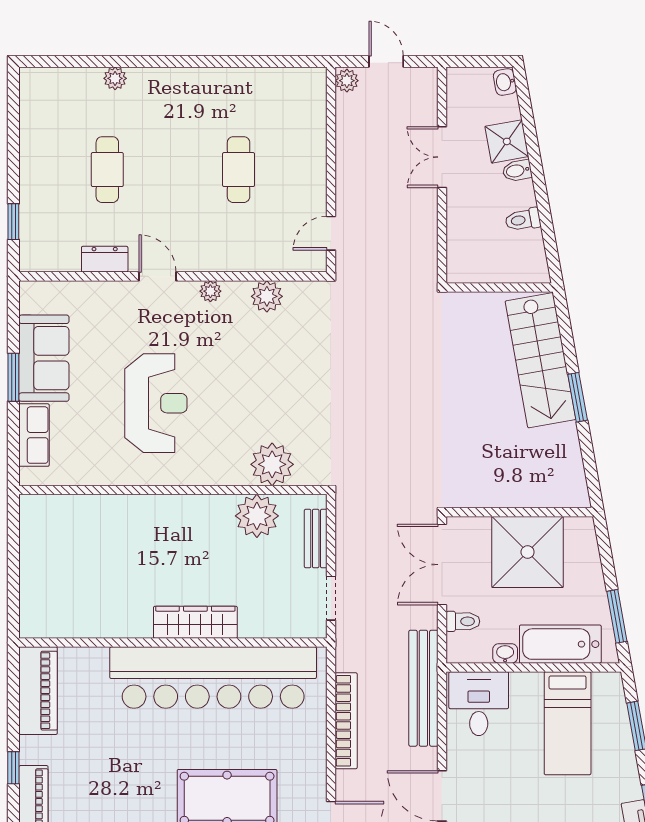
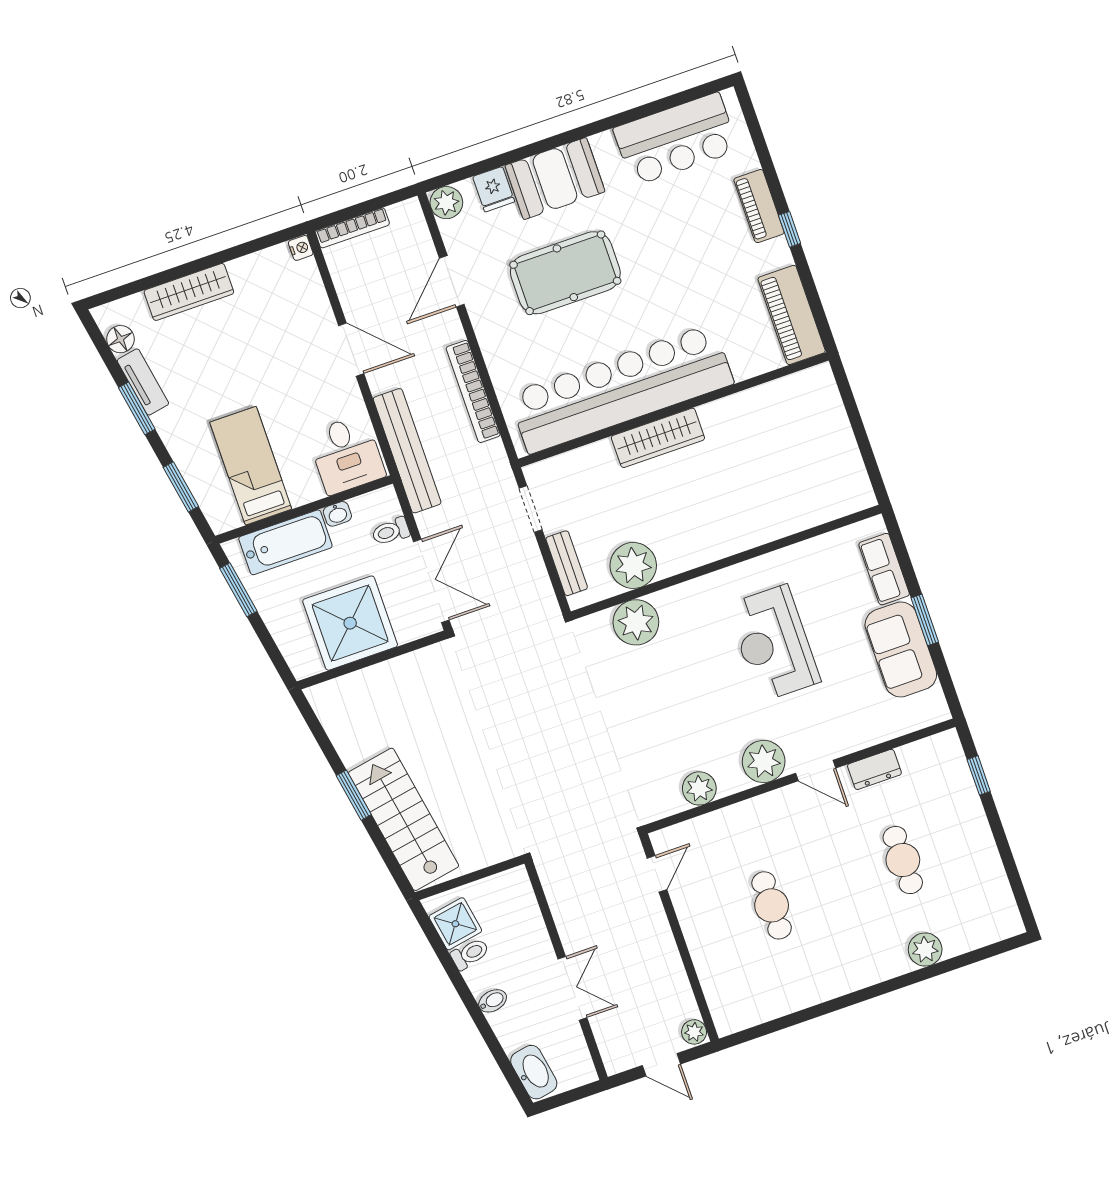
plant: (115, 78) -> (925, 950), width x1.38, depth x1.38
washbasin: (505, 82) -> (534, 1072), width x1.91, depth x1.45
shower: (507, 141) -> (455, 924), moved
plant: (210, 291) -> (764, 761), width x1.87, depth x1.87

